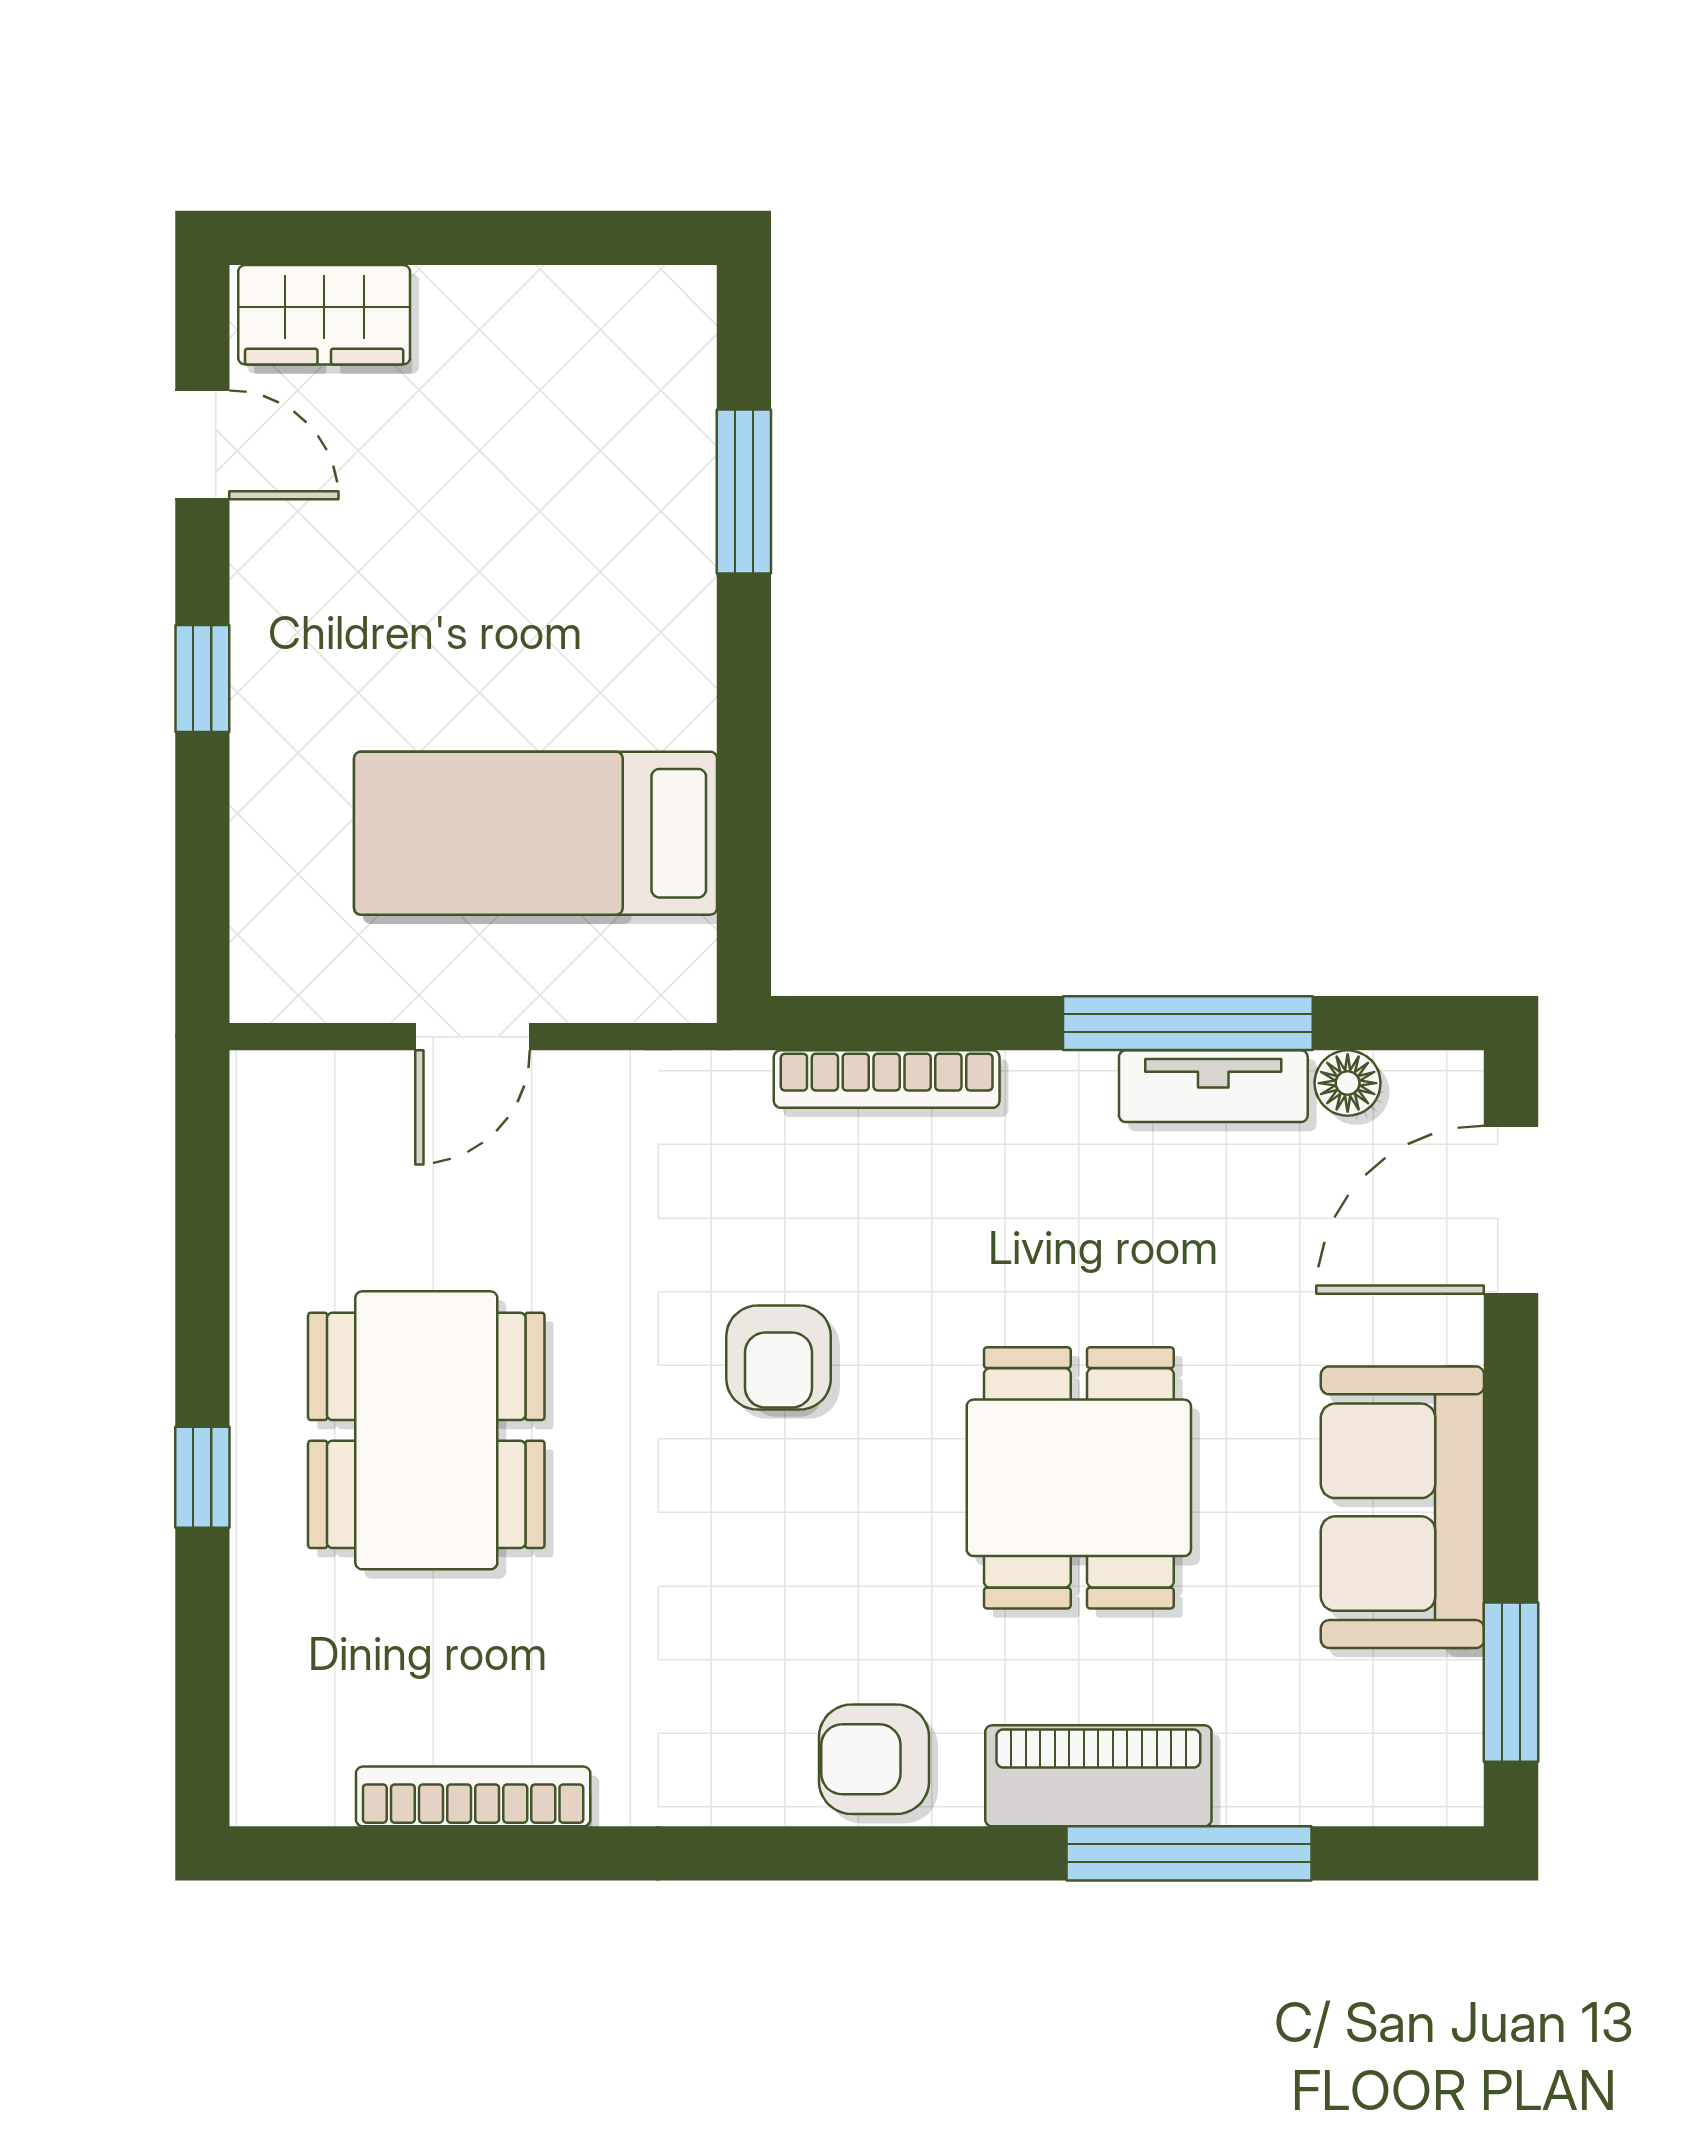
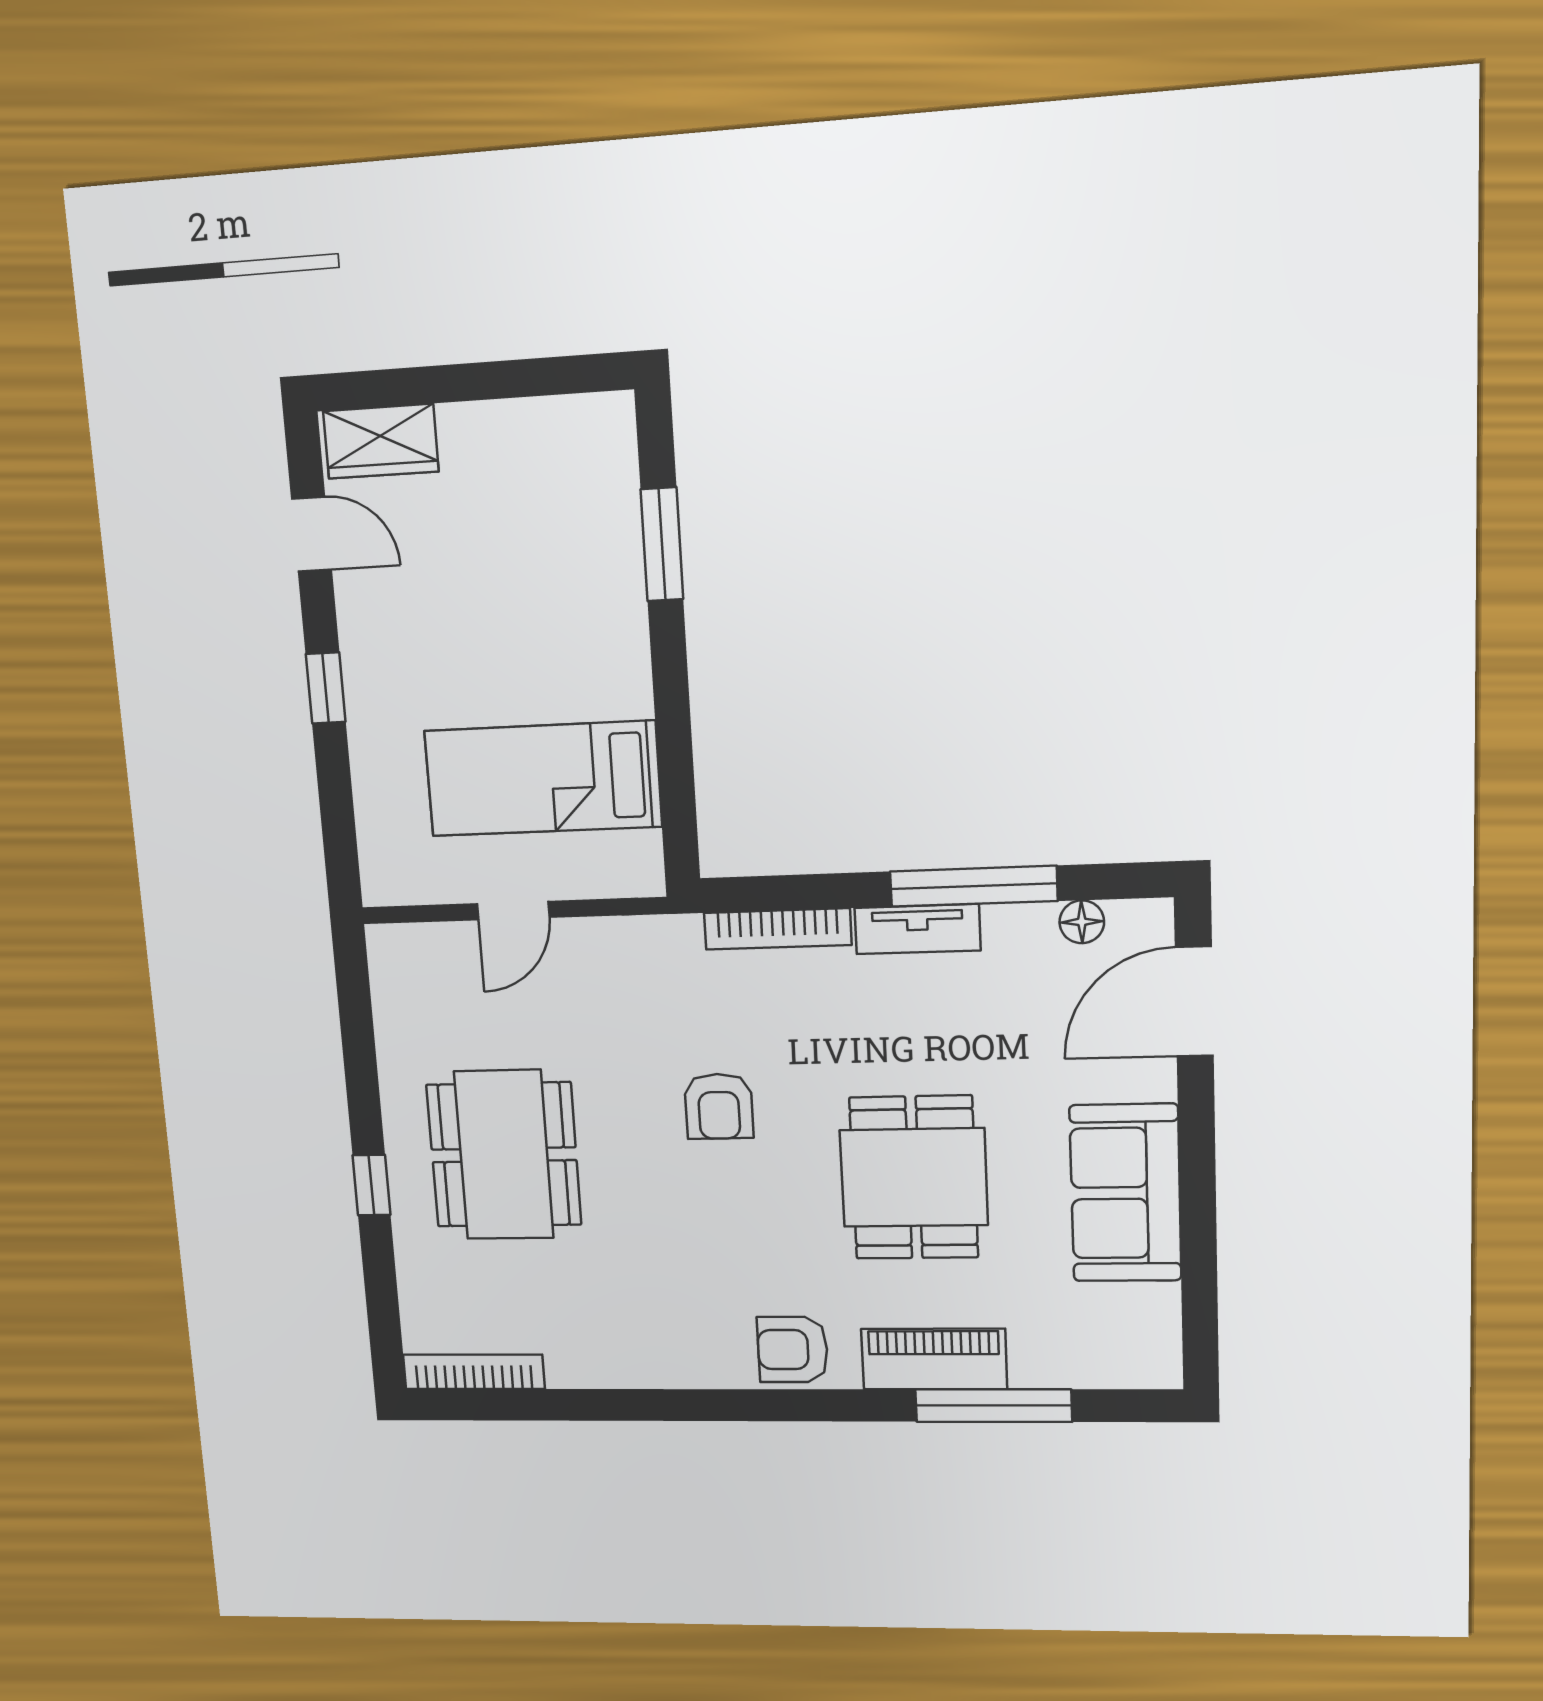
tv unit: (1213, 1086) -> (917, 929), moved
window: (1511, 1682) -> (1200, 1301), removed
bookcase: (473, 1796) -> (474, 1372), moved

